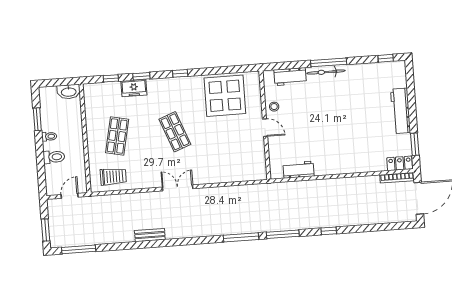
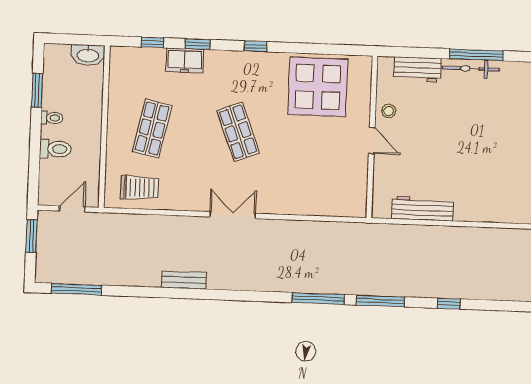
workbench: (299, 170) -> (423, 209), width x1.38
window: (45, 230) -> (31, 236), moved

